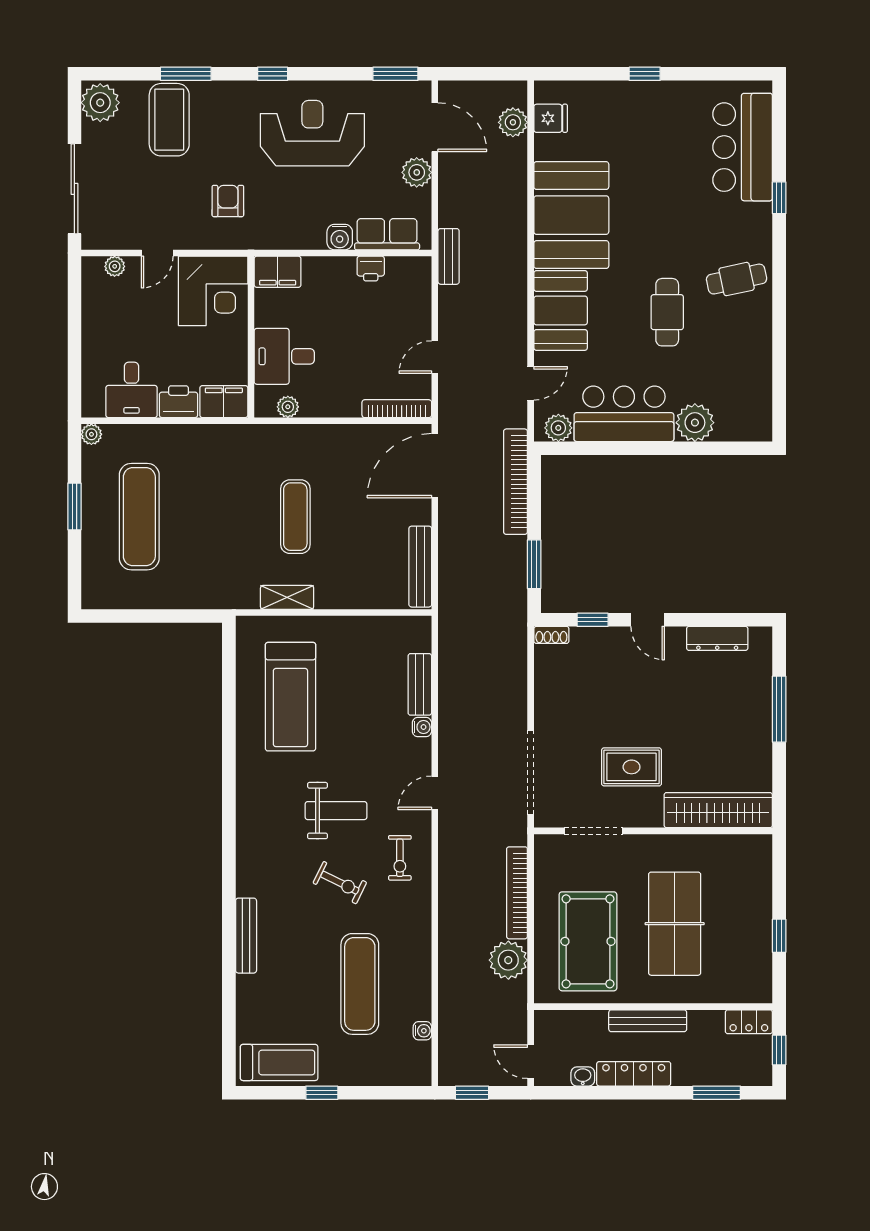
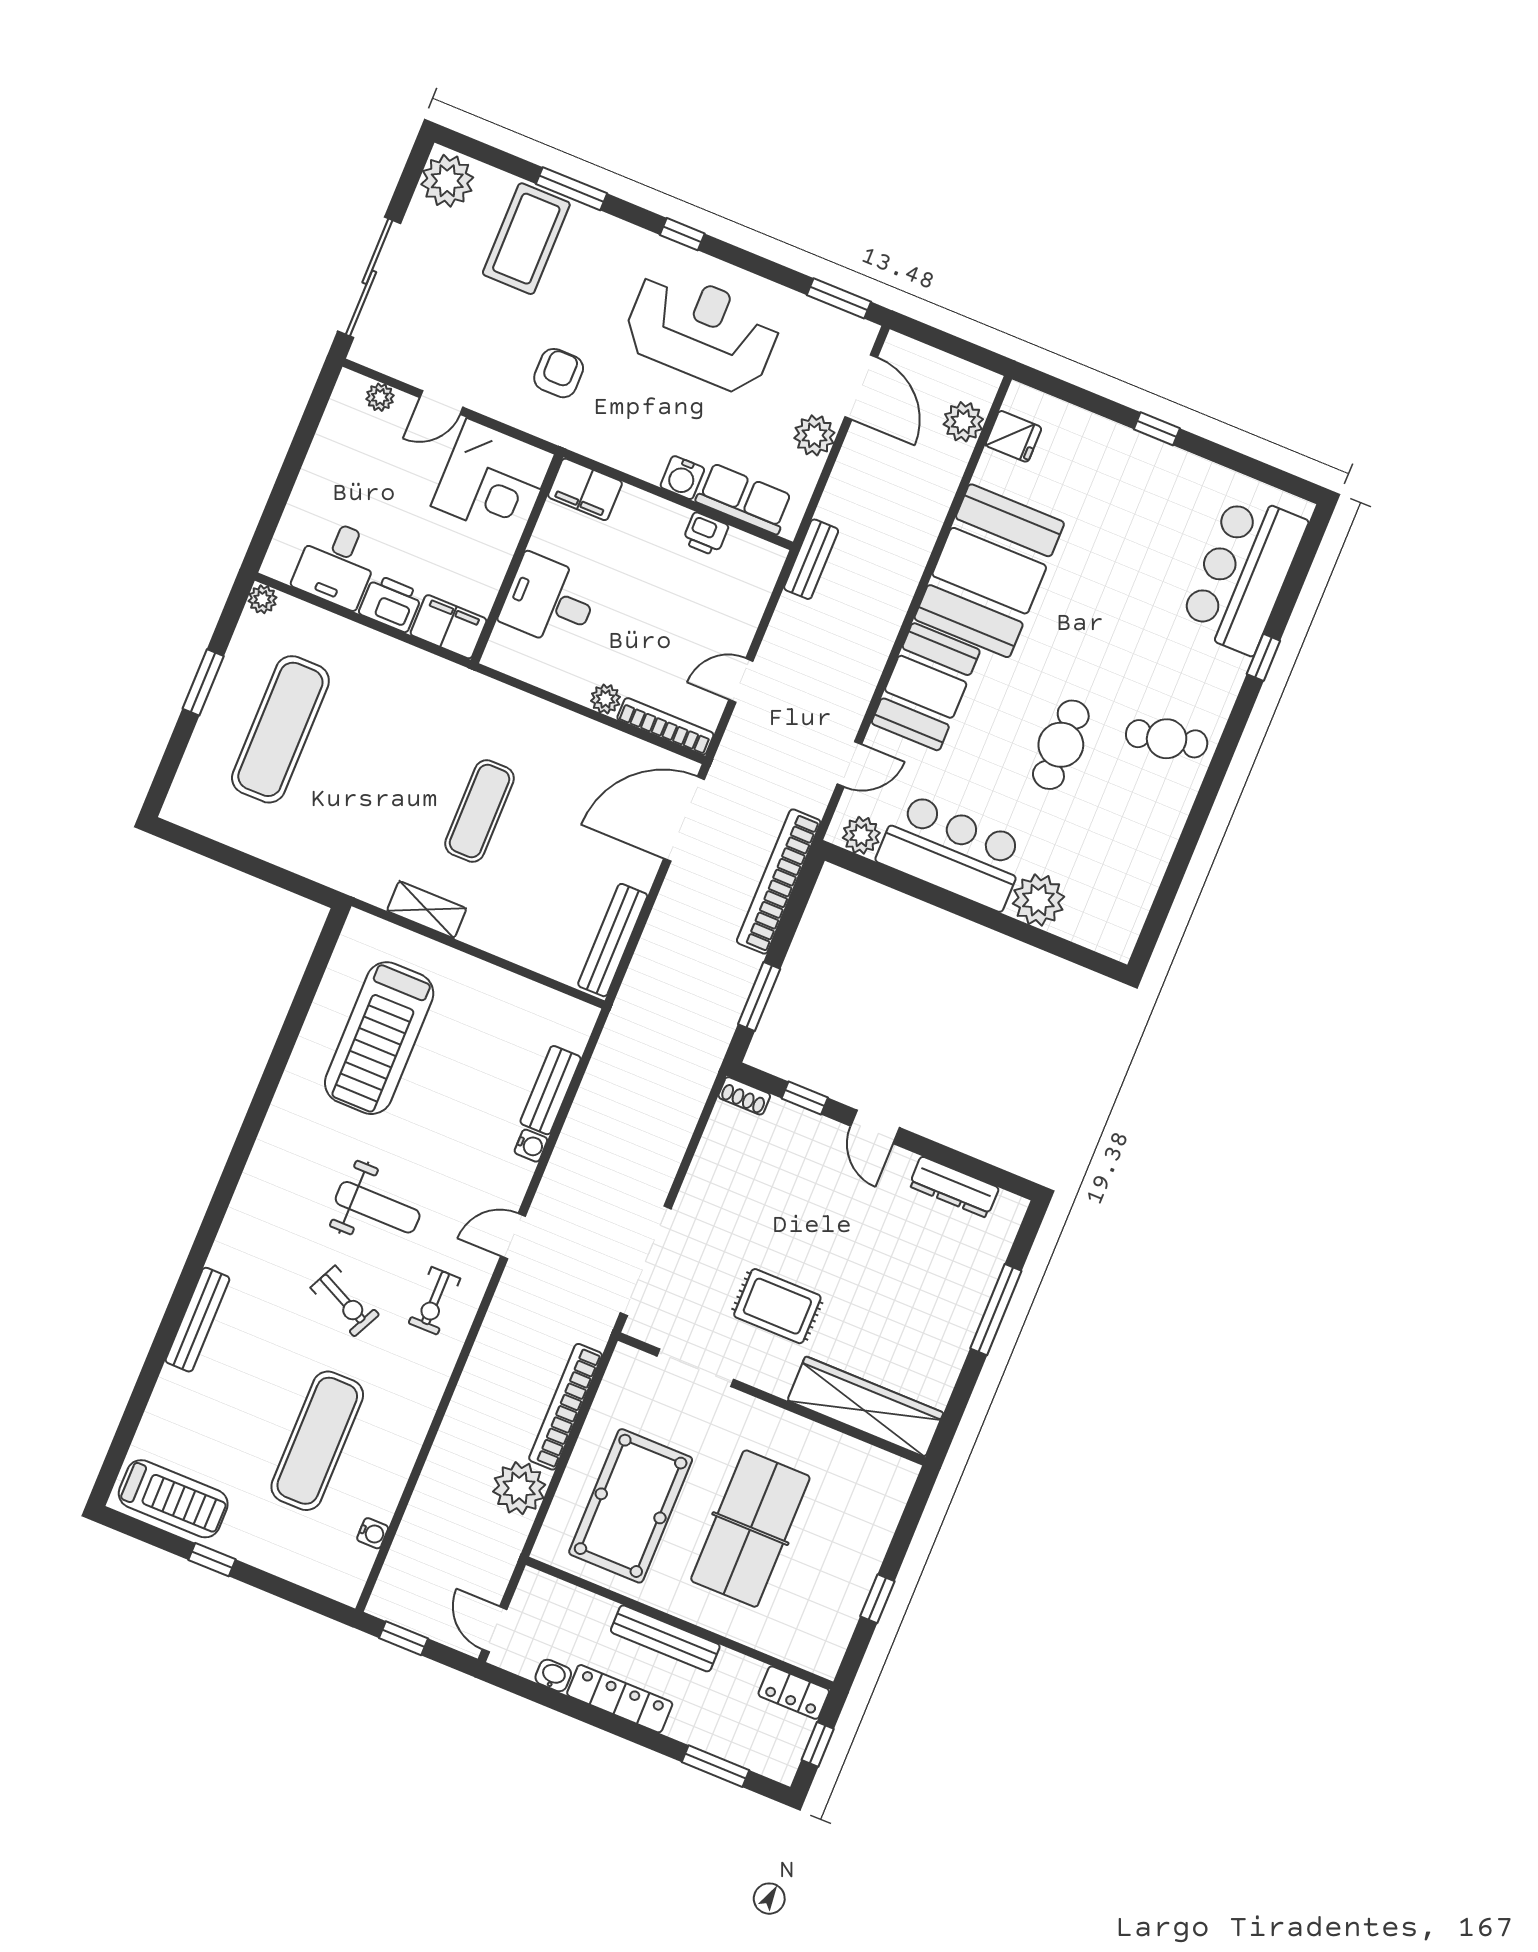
plant: (288, 407) -> (606, 699), moved

